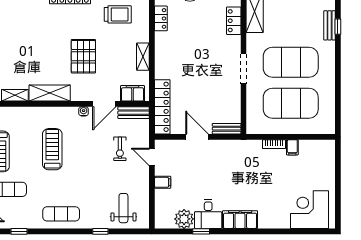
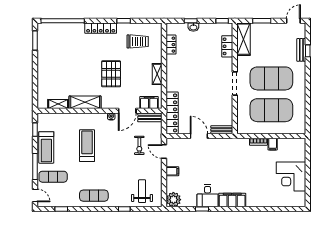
corner desk: (310, 210) -> (291, 177), moved, turned -90
plant: (184, 219) -> (173, 200), moved

